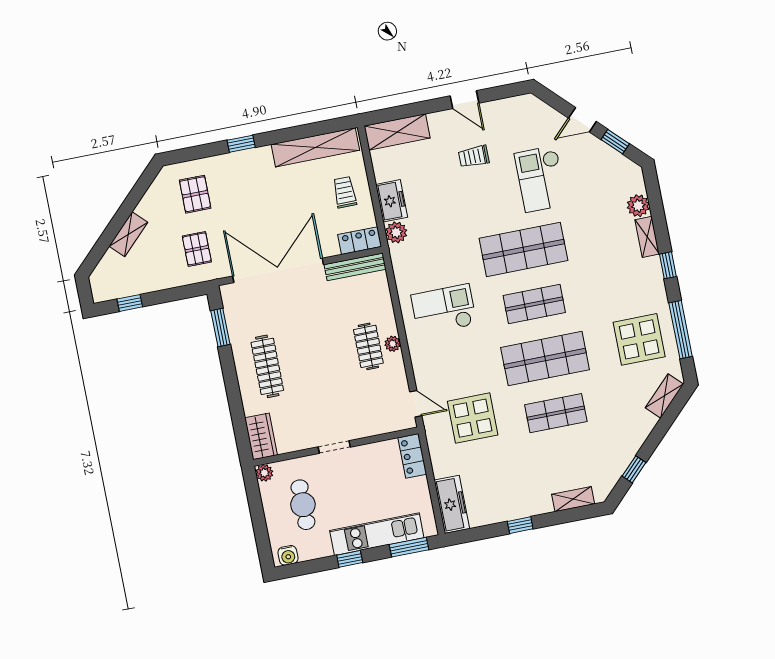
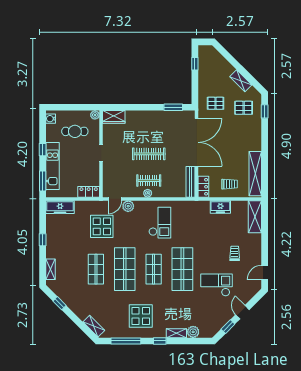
door: (465, 100) -> (265, 272), moved
window: (241, 144) -> (265, 111), moved
plant: (396, 232) -> (128, 206), moved
shelving: (128, 234) -> (241, 81), moved
display table: (639, 339) -> (141, 316), moved
clothes rail: (267, 366) -> (149, 154), moved

